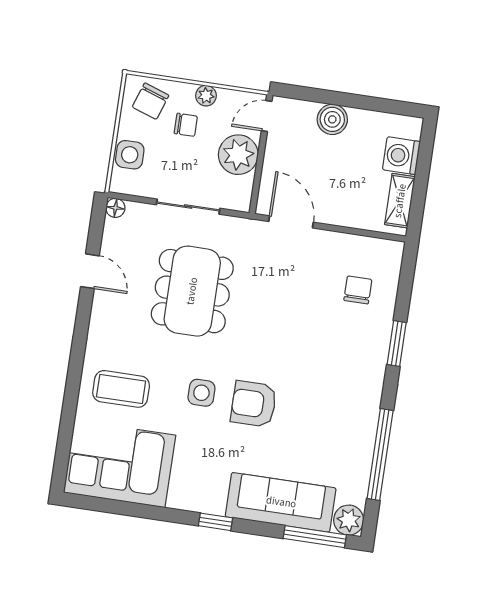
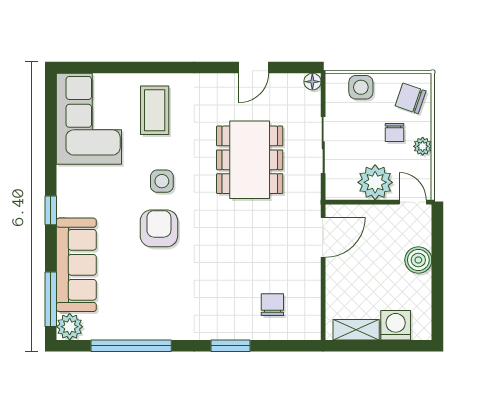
chair: (358, 290) -> (272, 305), turned -90
dining table: (192, 291) -> (250, 160), turned 90

